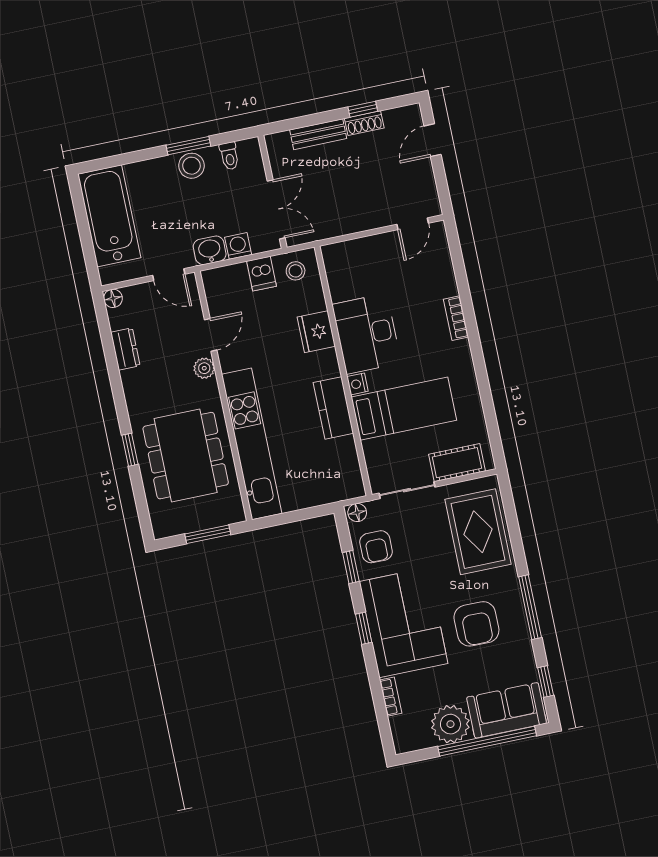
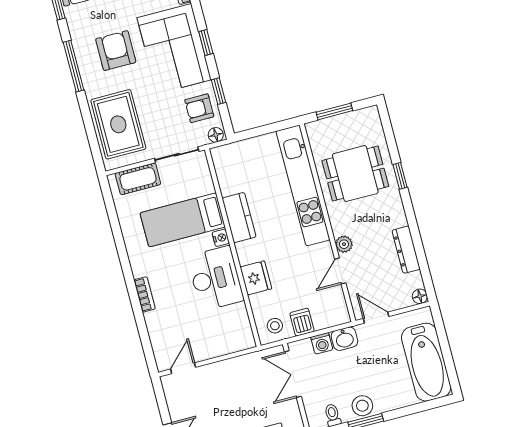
dresser: (125, 349) -> (406, 250), width x1.44
dining table: (186, 456) -> (355, 174), width x0.73
armchair: (376, 547) -> (199, 108), turned -90

